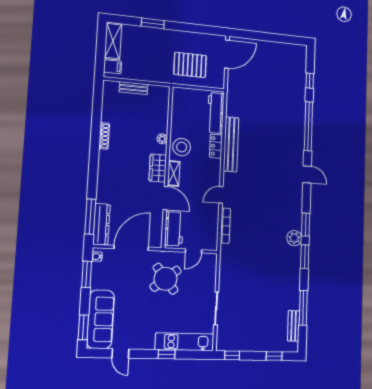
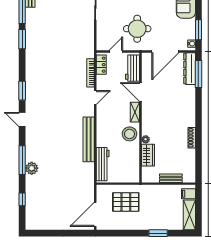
window: (308, 126) -> (22, 160), width x0.68
locker: (216, 146) -> (101, 65), moved
wardrobe: (158, 168) -> (148, 155), moved
window: (306, 225) -> (22, 91), moved
plant: (294, 238) -> (32, 168), moved
window: (305, 257) -> (22, 39), moved
round table: (166, 279) -> (137, 29), turned 38

